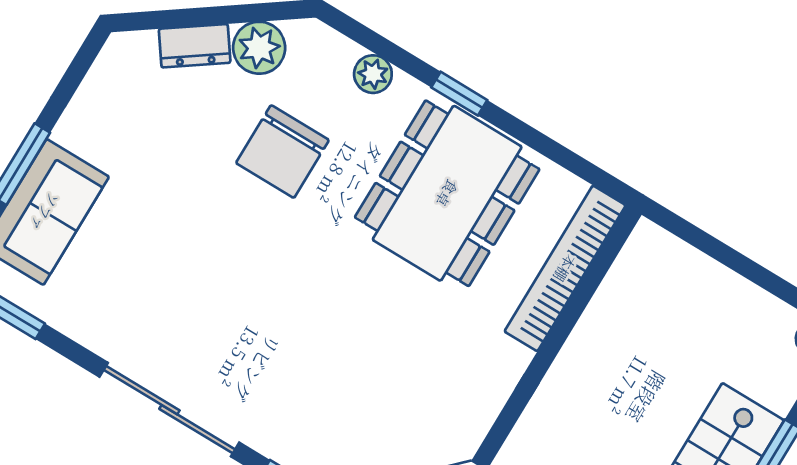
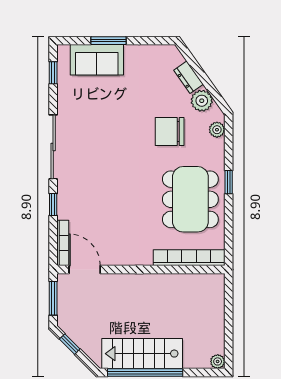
plant: (373, 74) -> (217, 130), moved
dining table: (447, 193) -> (190, 199), turned 90

